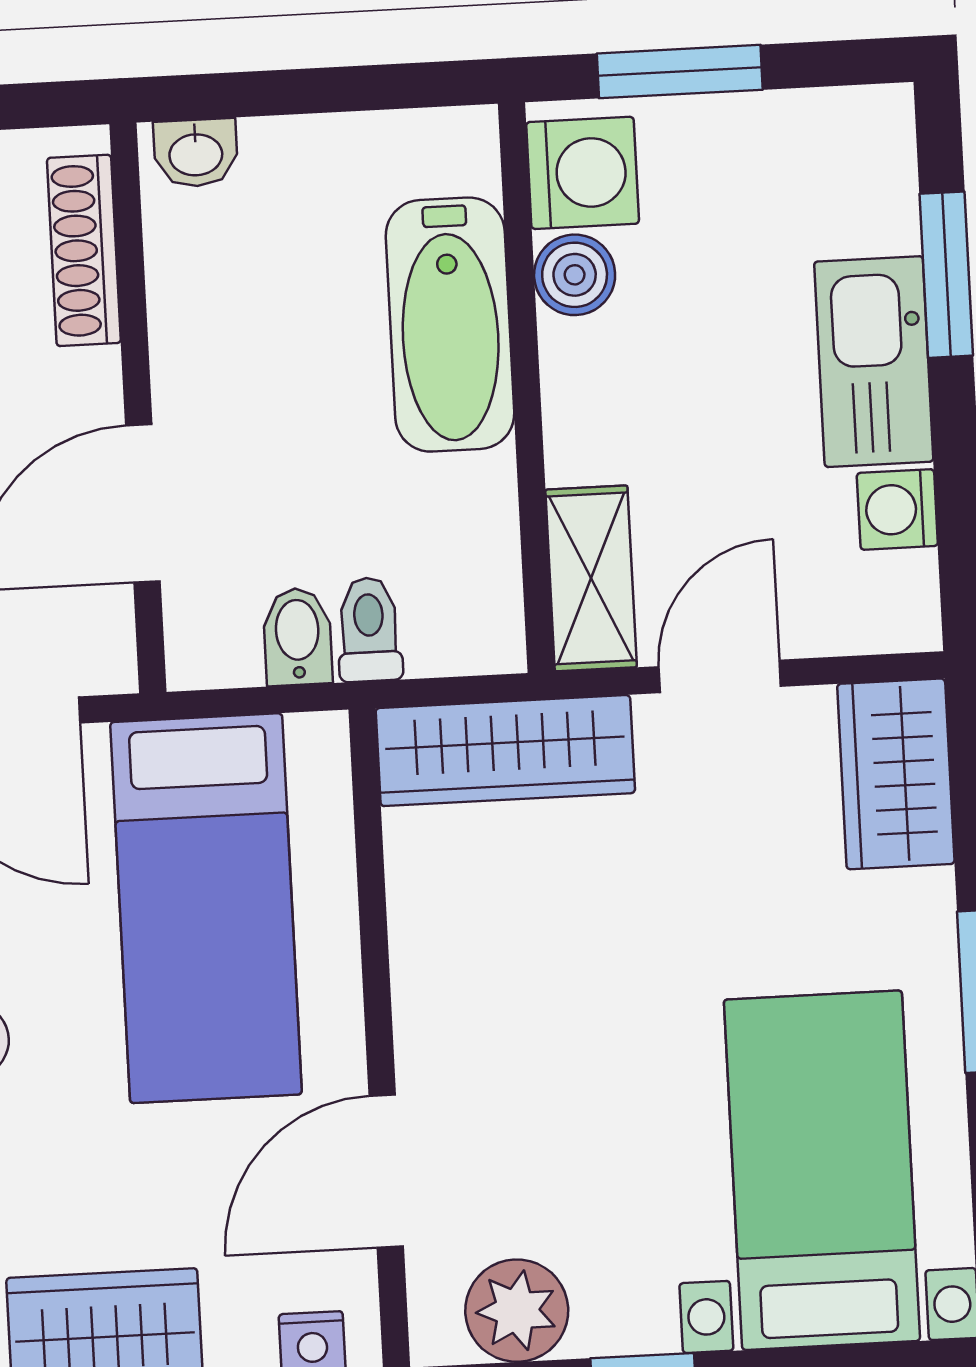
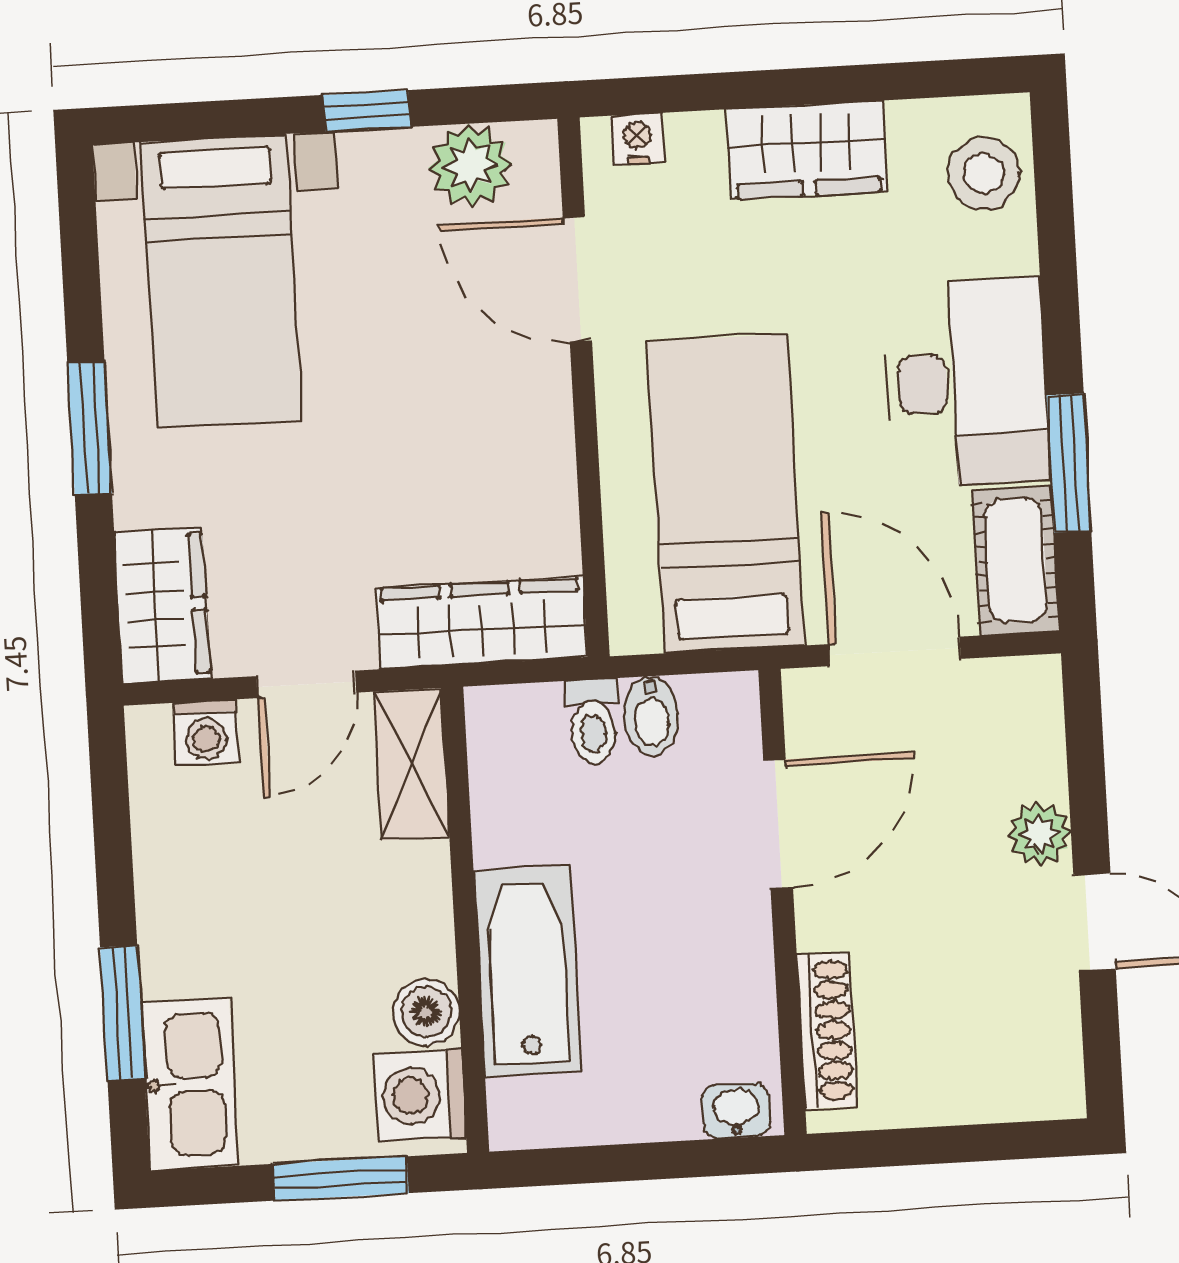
kitchen sink: (874, 362) -> (189, 1084), moved
washing machine: (897, 509) -> (206, 733), moved, turned 90
door: (386, 1171) -> (577, 279), swing flipped

